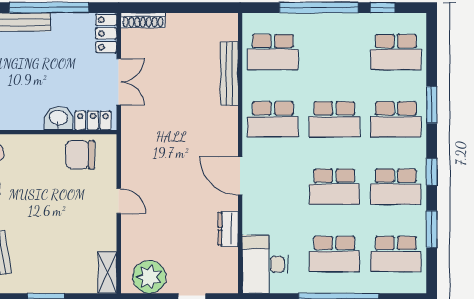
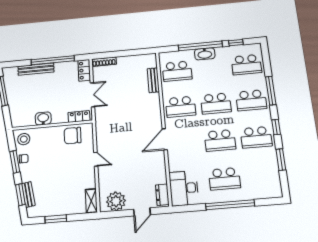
washbasin: (325, 24) -> (205, 54), added
bench: (229, 74) -> (153, 80), width x0.73
window: (432, 105) -> (271, 91), width x1.44
washbasin: (58, 118) -> (43, 119), moved
door: (240, 176) -> (165, 139), hinge flipped
dresser: (228, 229) -> (162, 195), moved
school desk: (396, 254) -> (261, 176), removed

